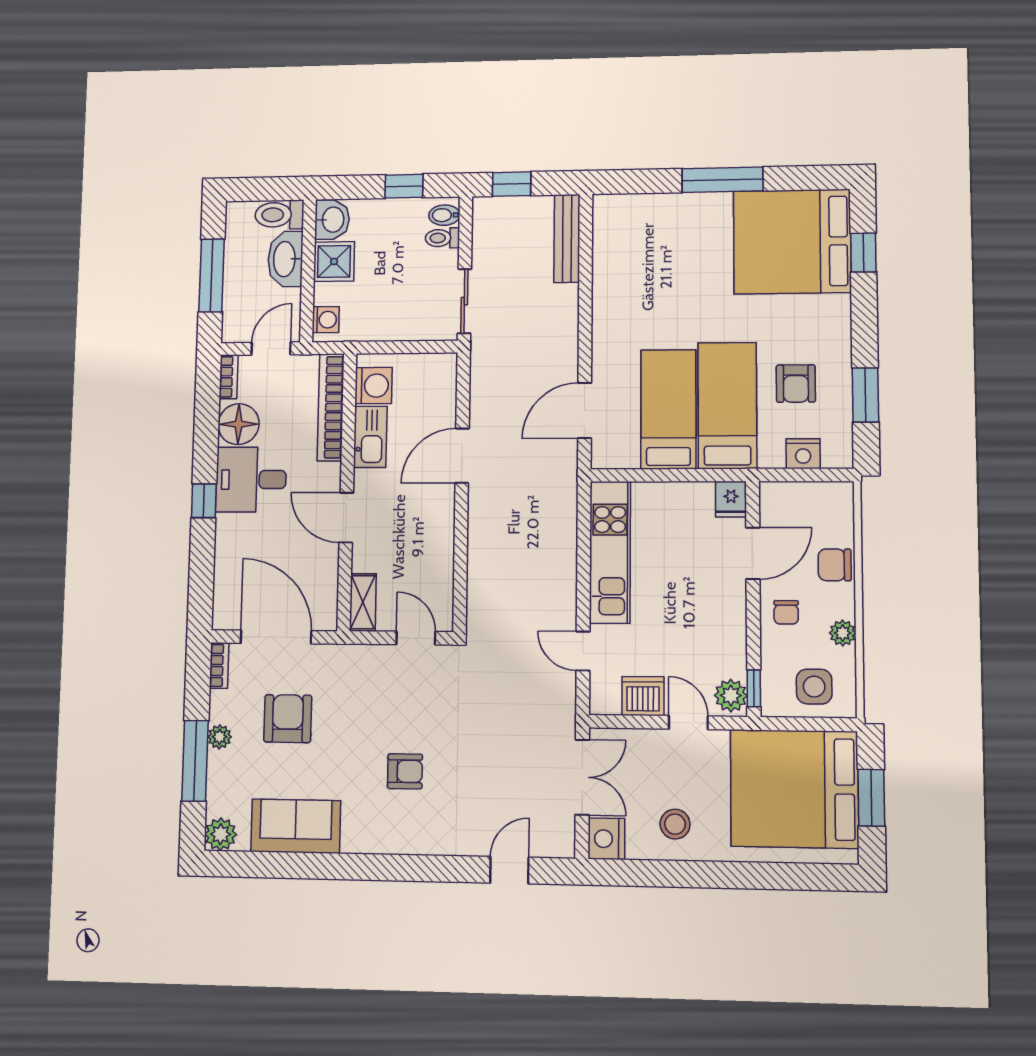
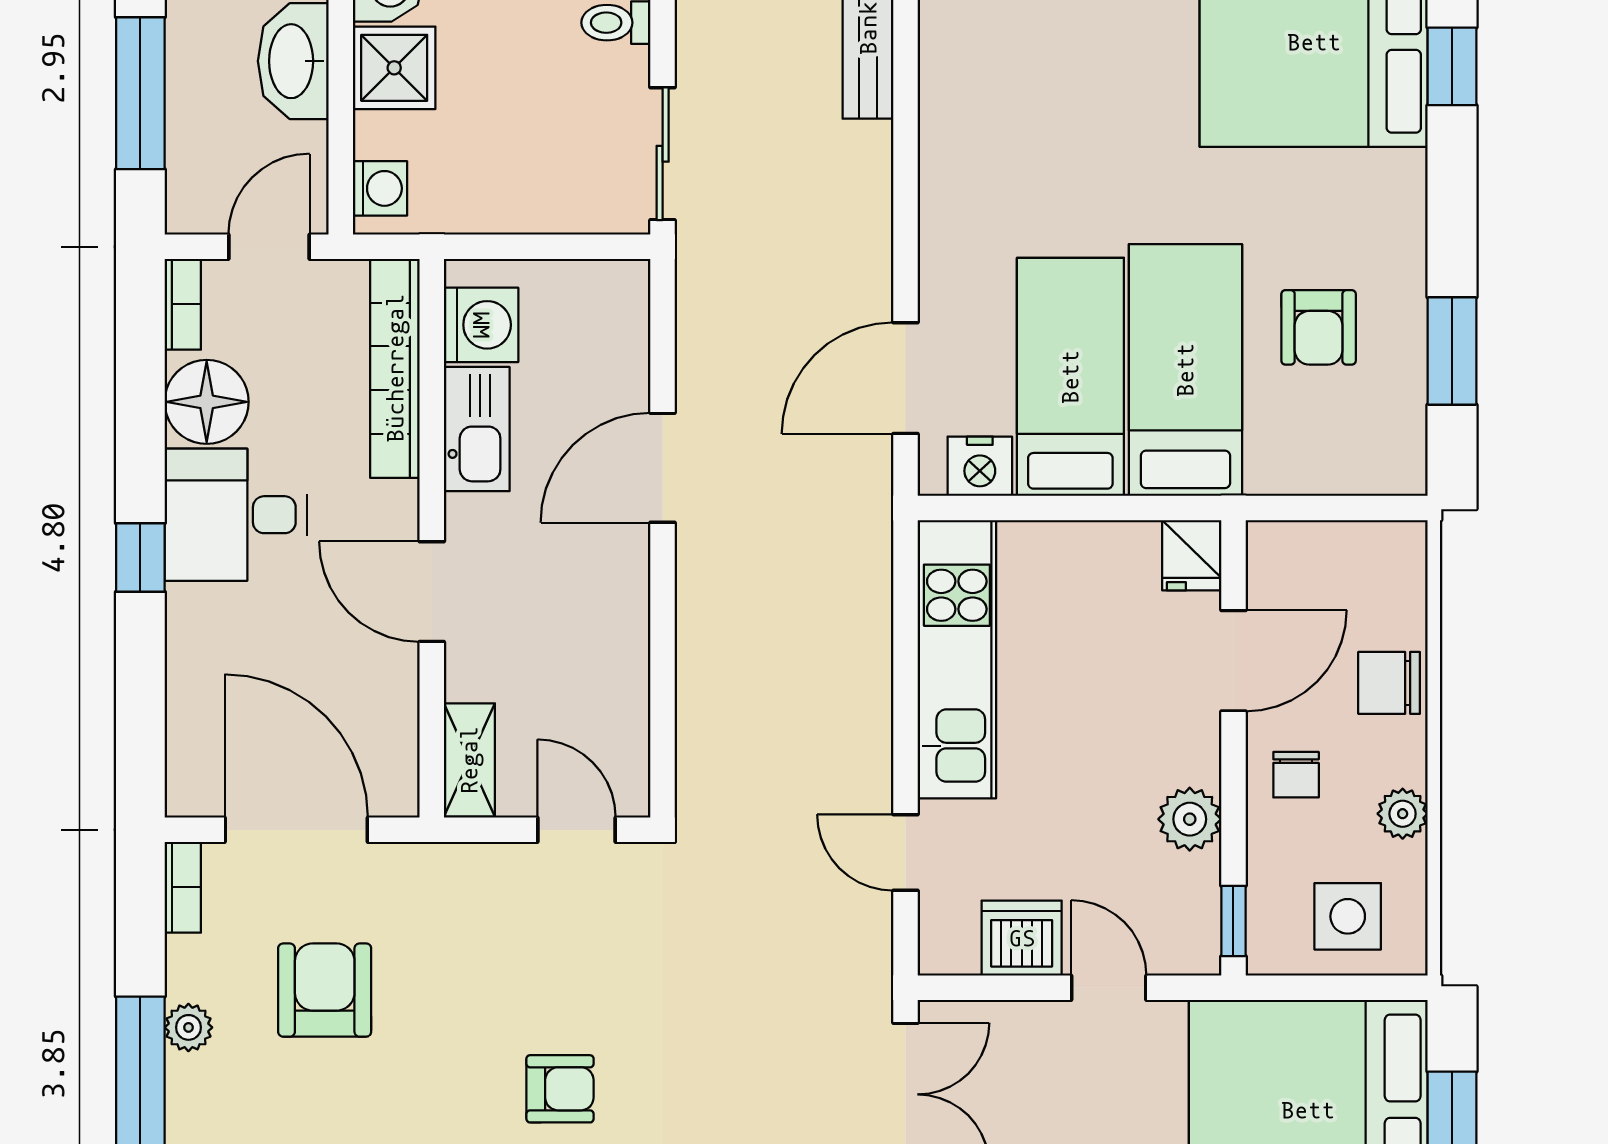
nightstand: (803, 454) -> (980, 466), moved
plant: (731, 696) -> (1190, 819), moved

